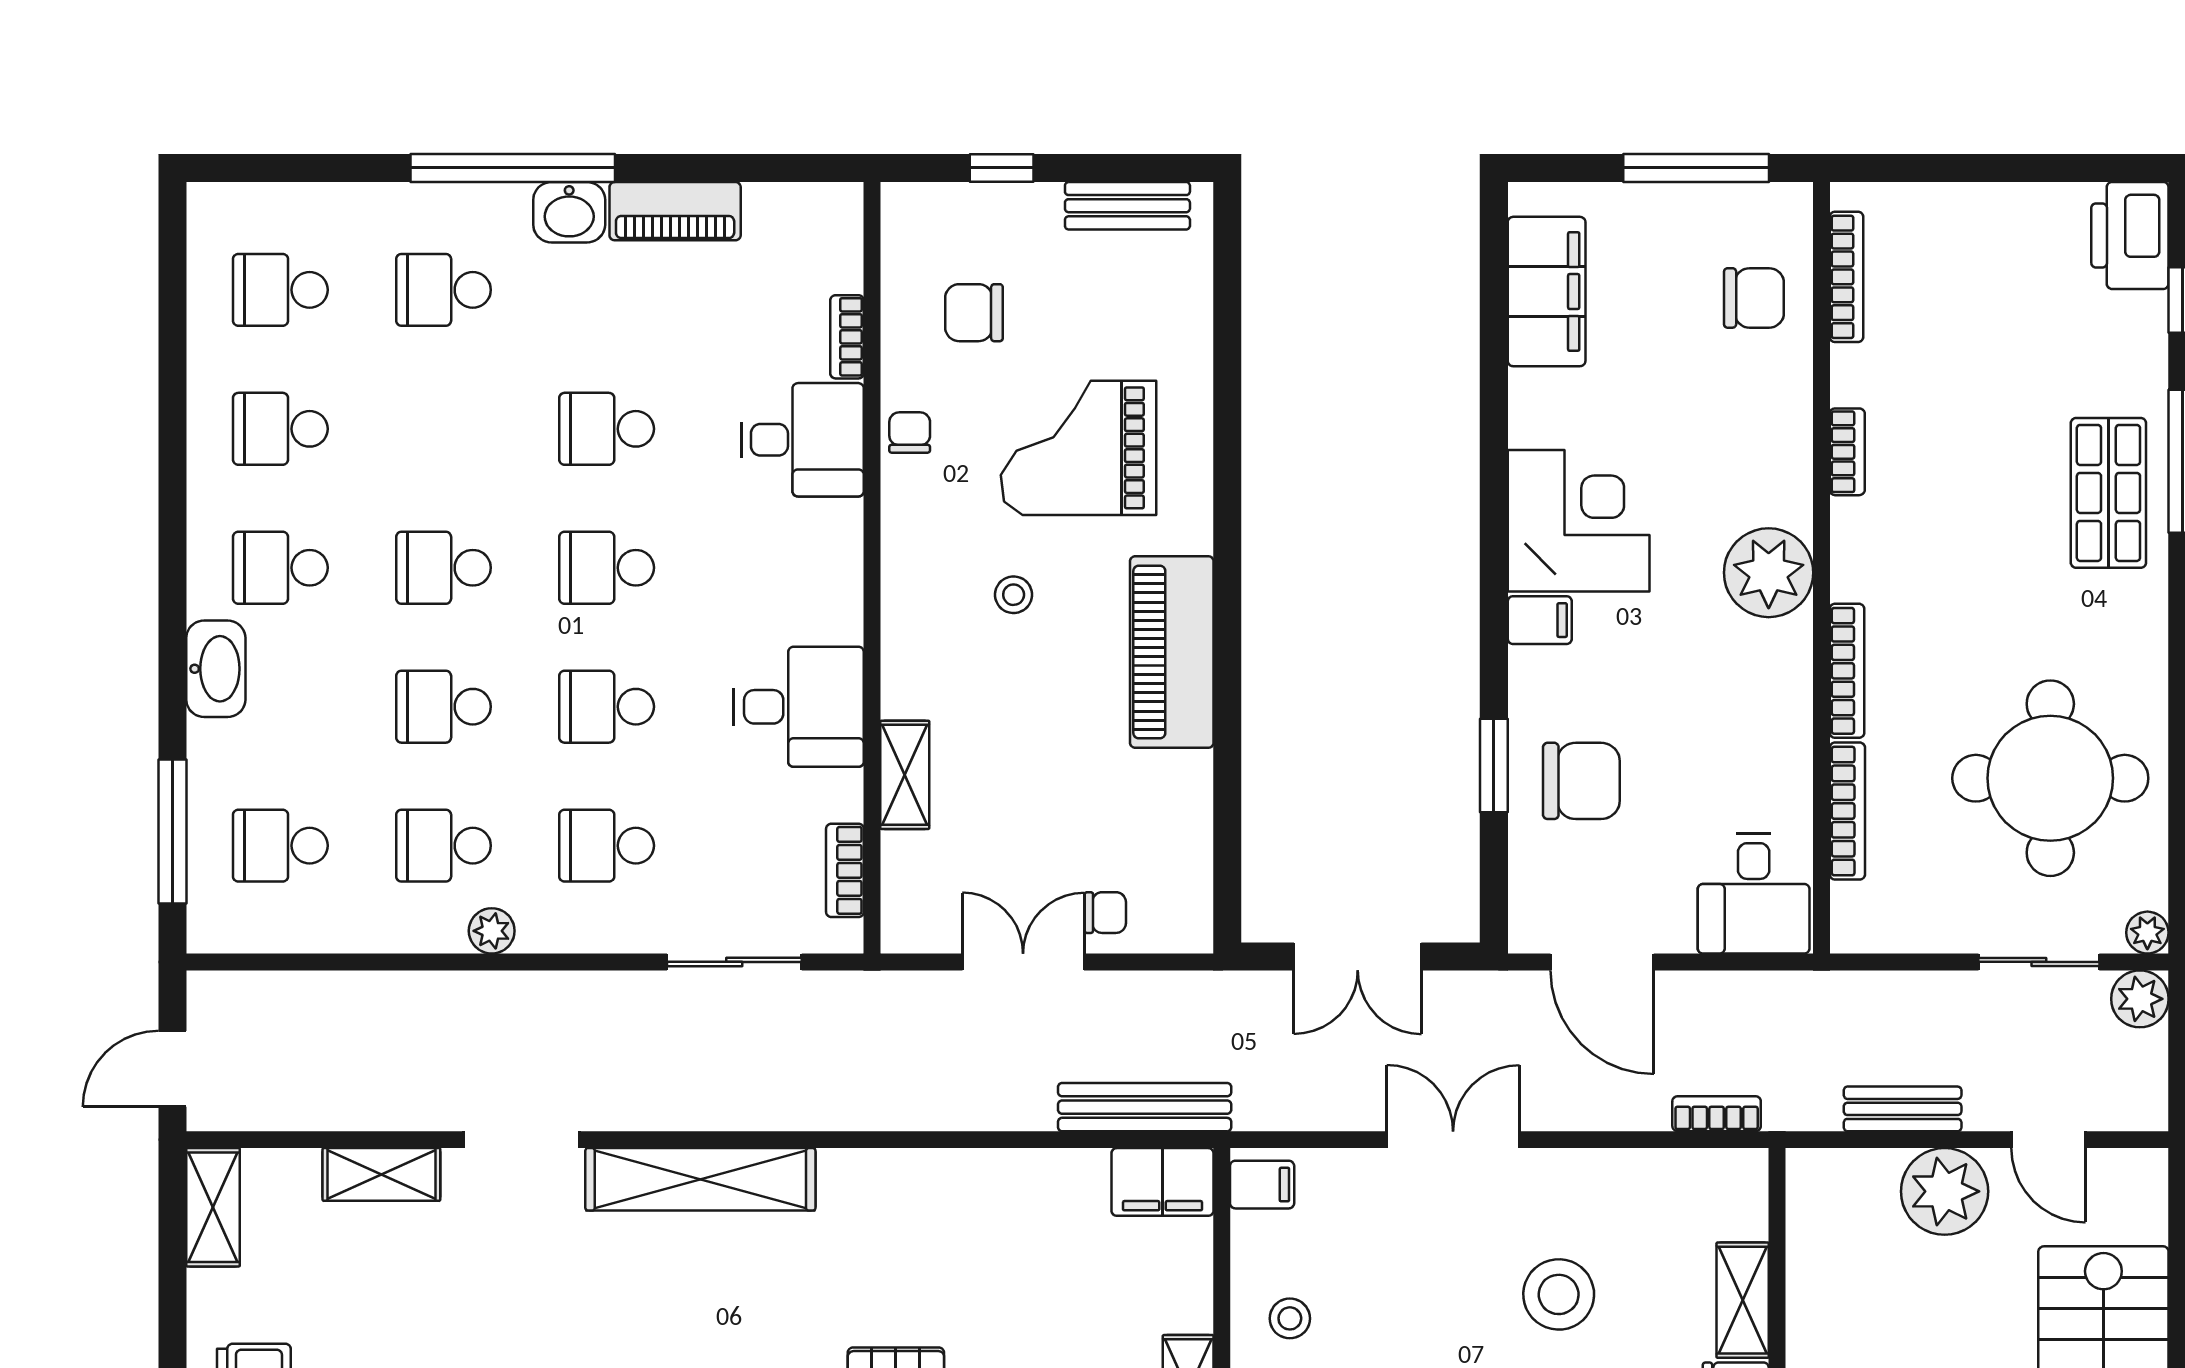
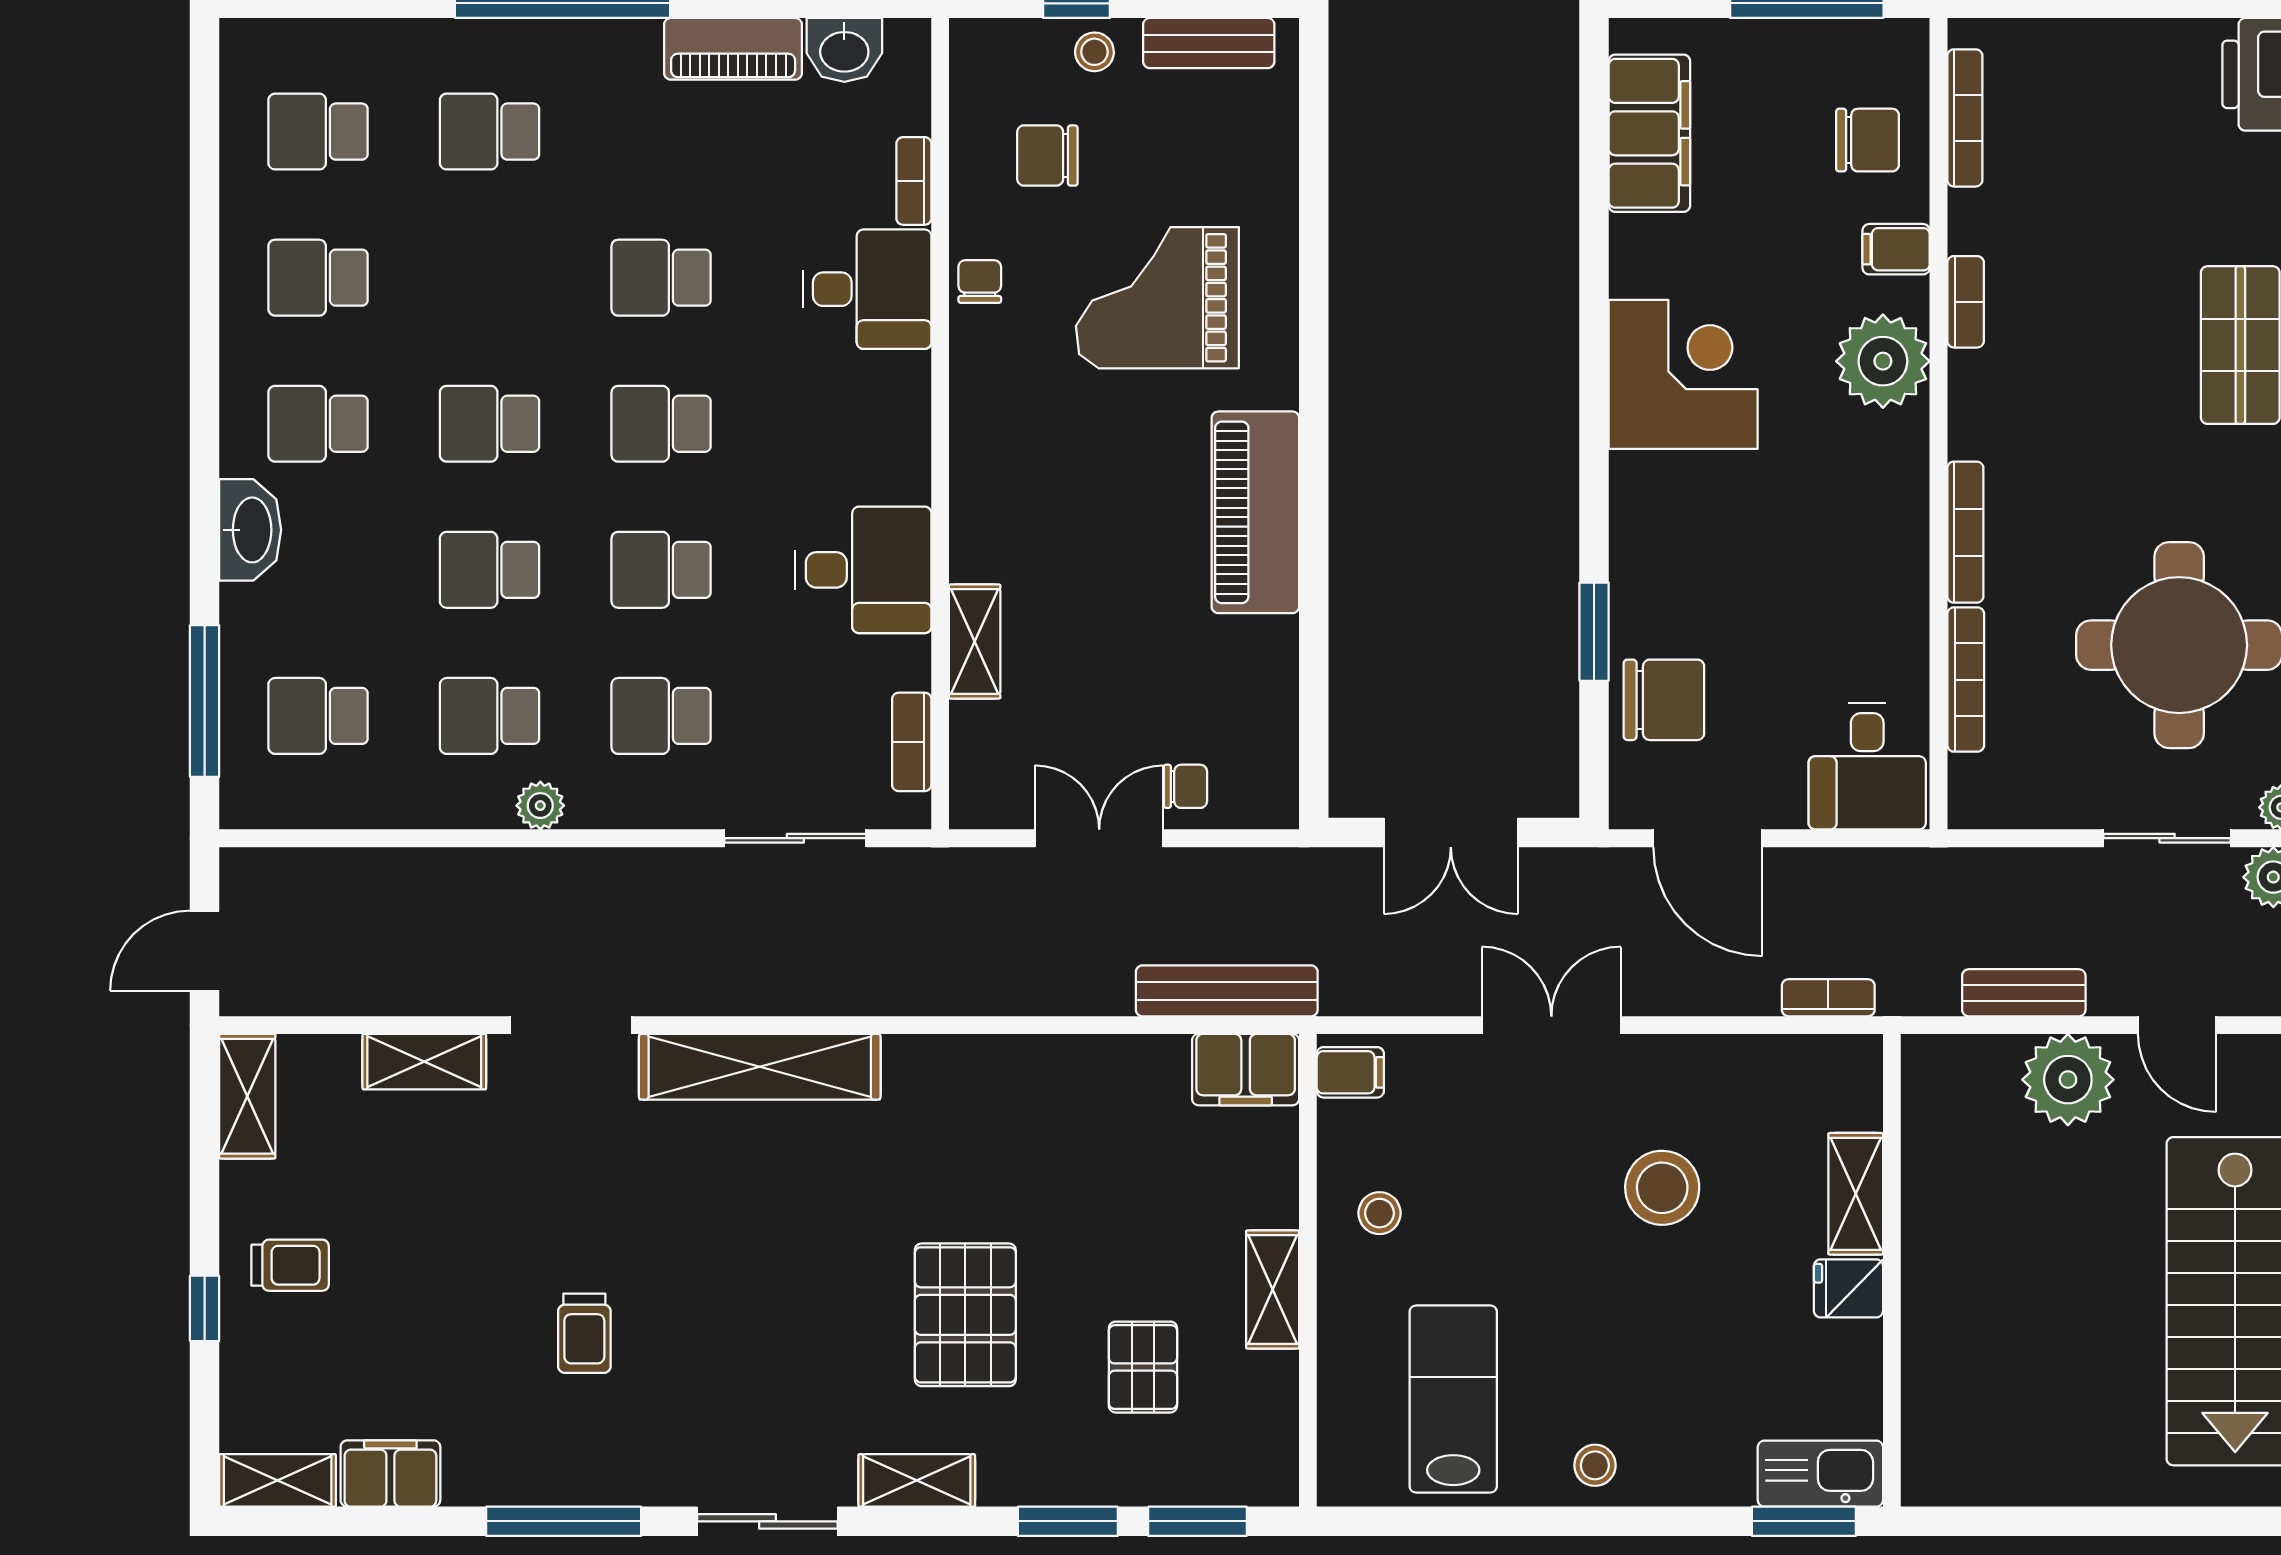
washbasin: (569, 212) -> (844, 50), moved
plant: (1769, 573) -> (1883, 361), moved
stool: (1014, 595) -> (1094, 52), moved
filing cabinet: (1540, 620) -> (1896, 249), moved, turned 180
chair: (1581, 781) -> (1664, 700), moved

